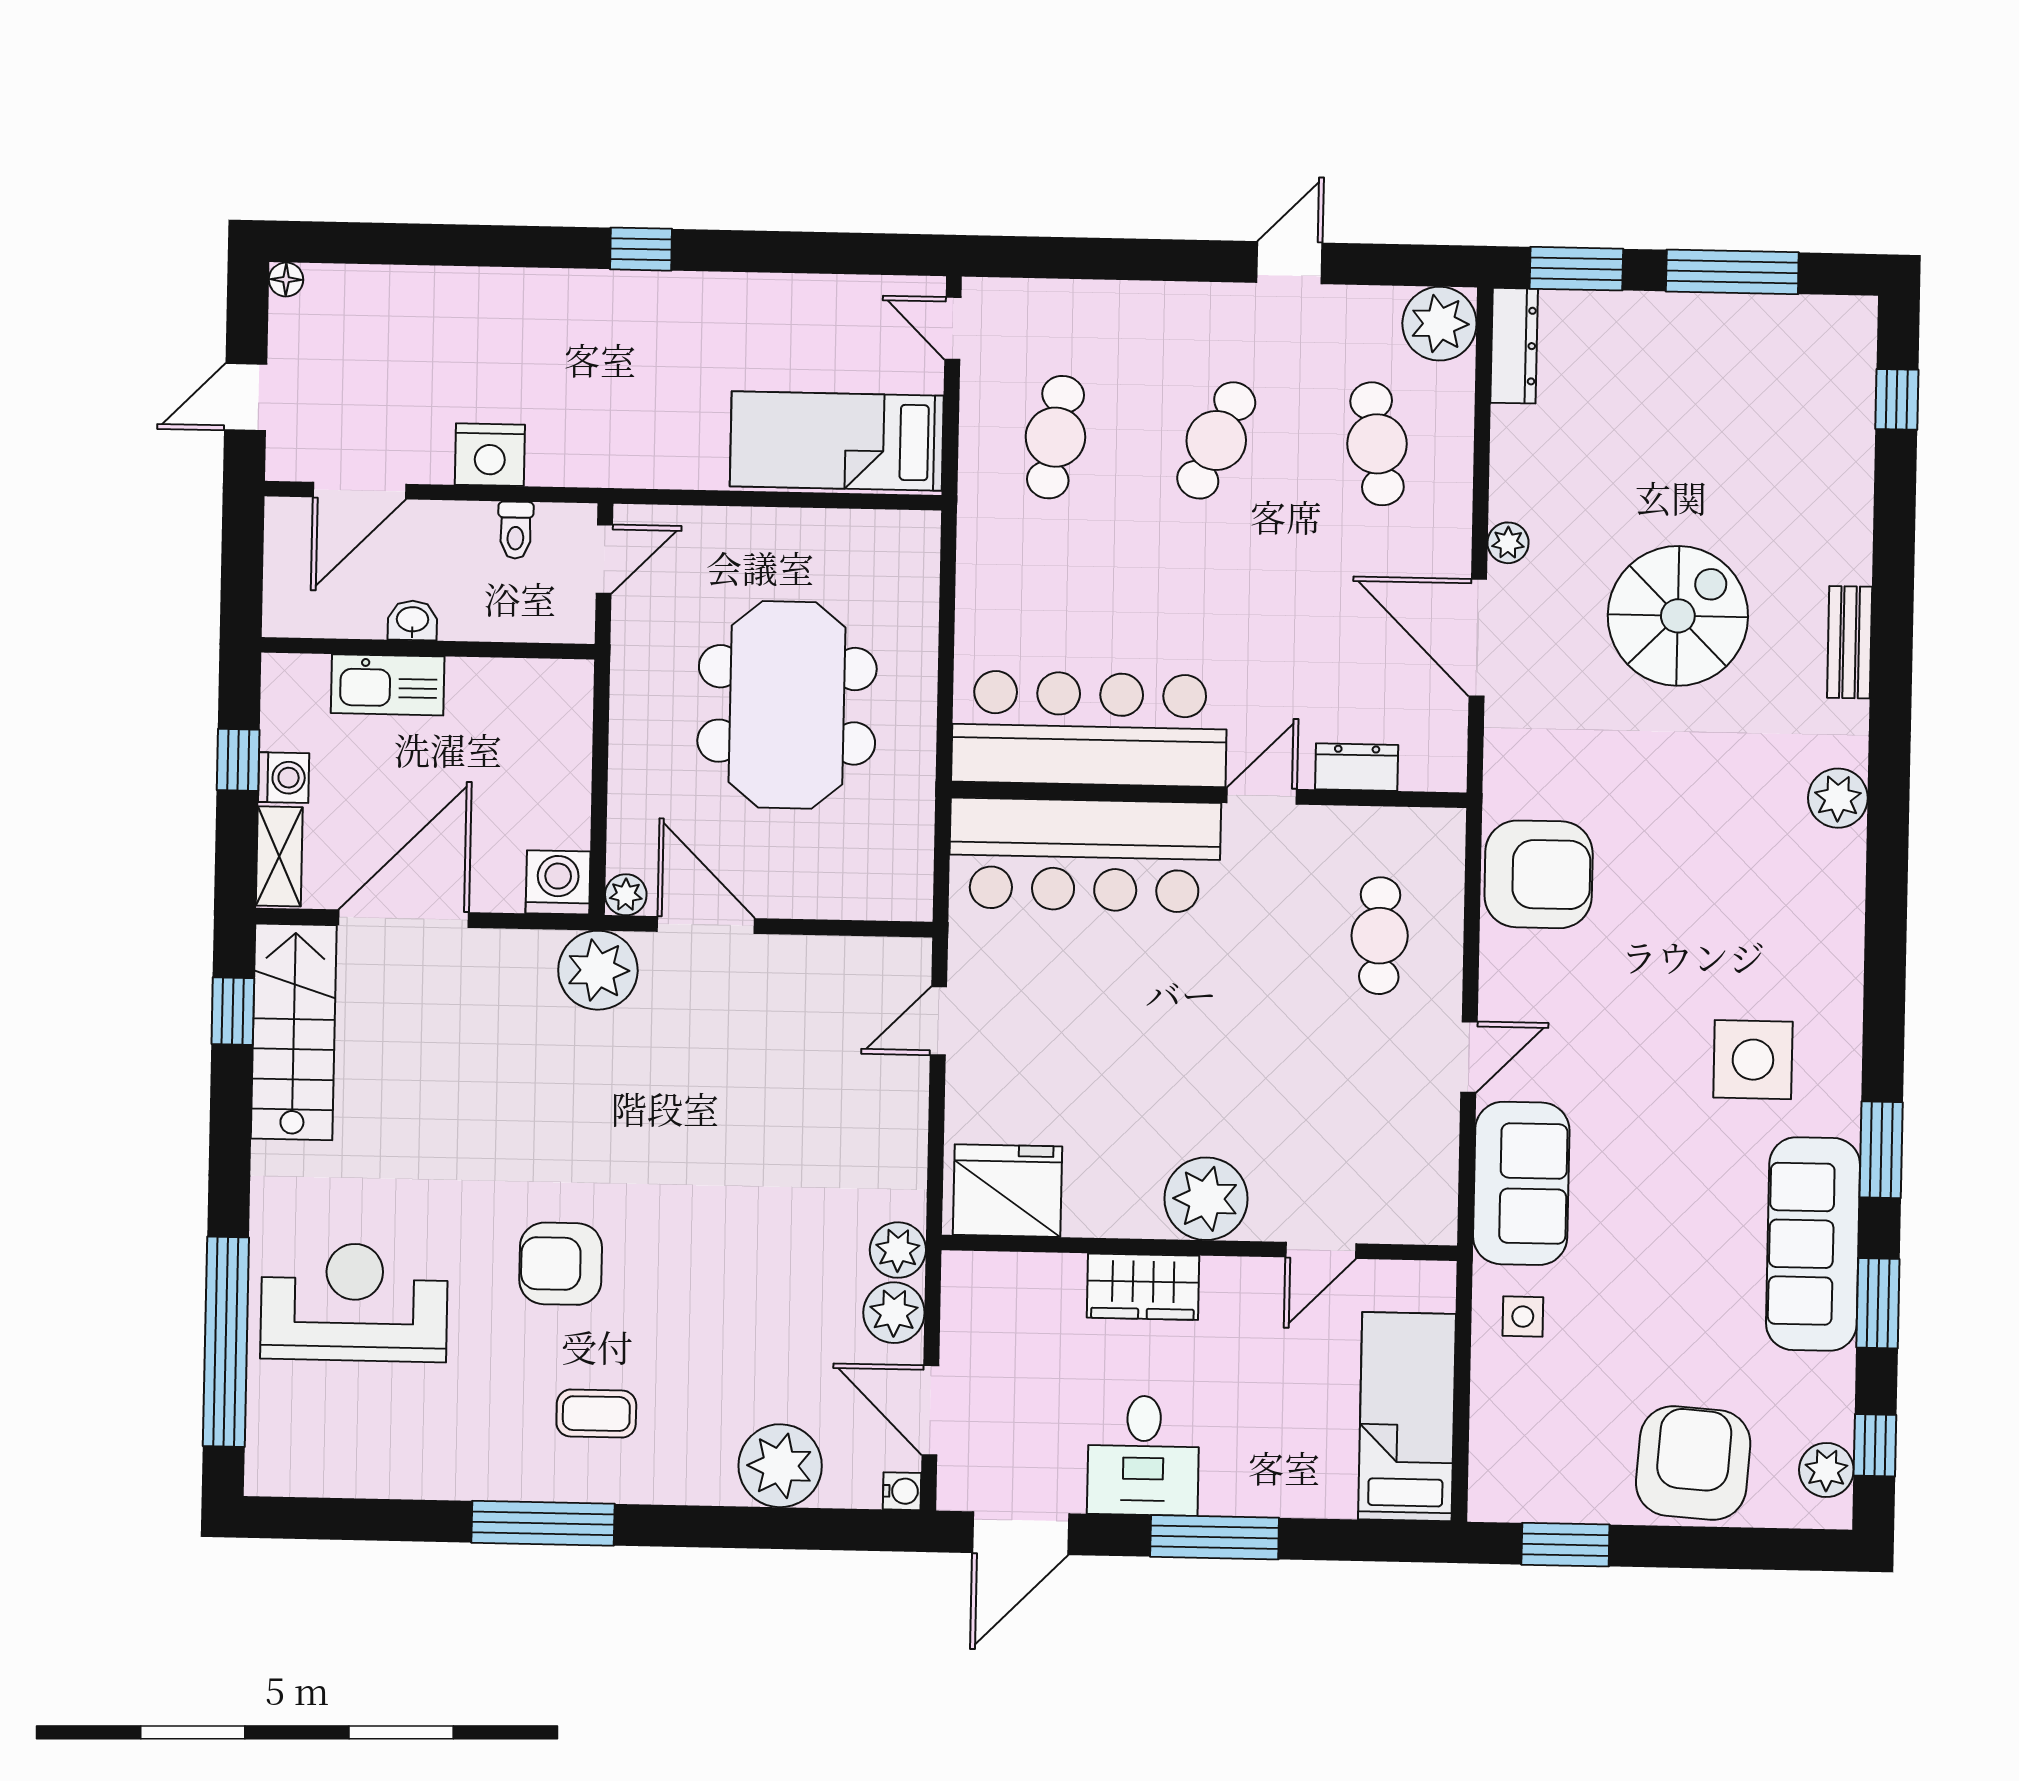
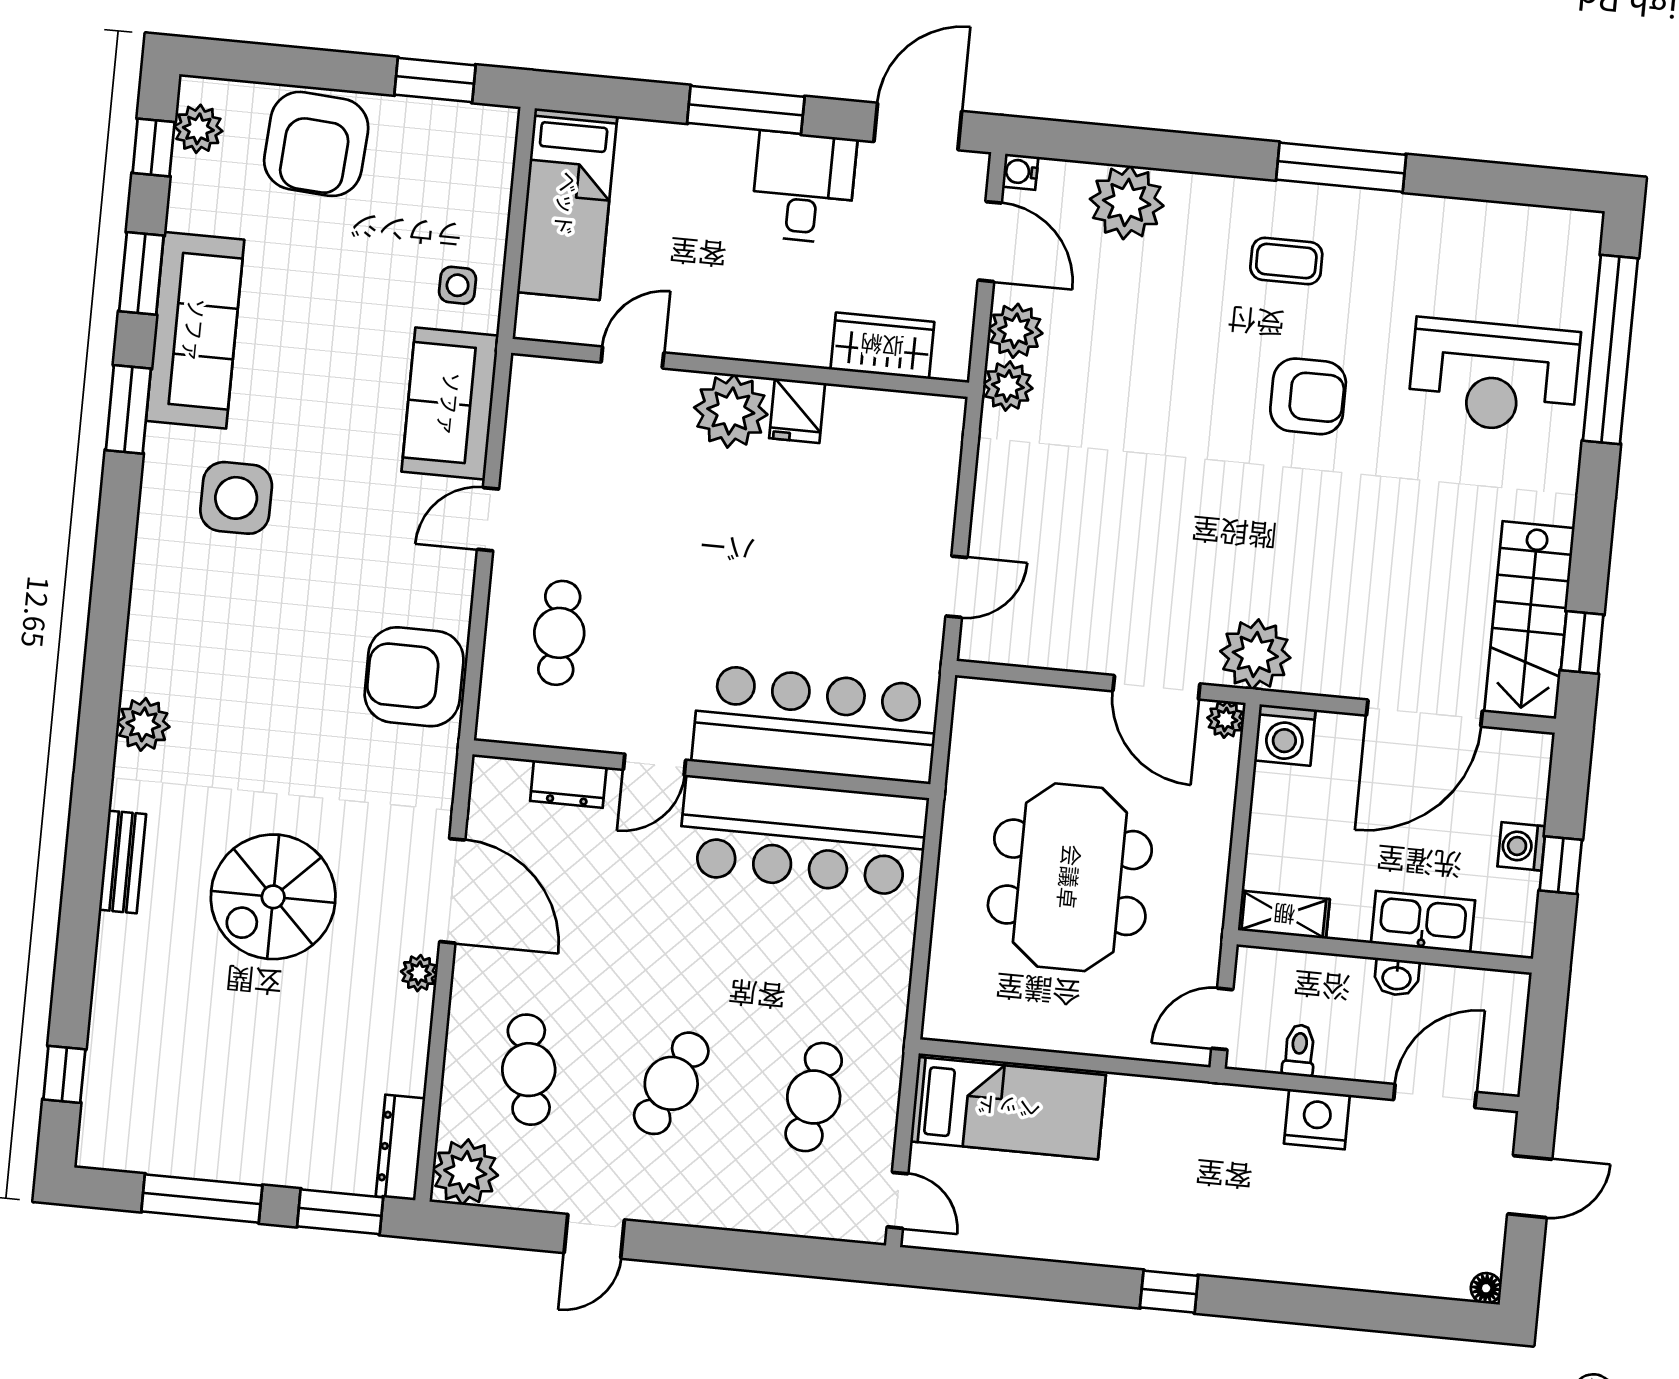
shelving: (279, 856) -> (1284, 915), moved, turned 90
fridge: (1008, 1191) -> (797, 411), moved, width x0.53, depth x0.75
wardrobe: (1143, 1287) -> (882, 346), moved

